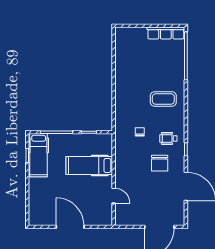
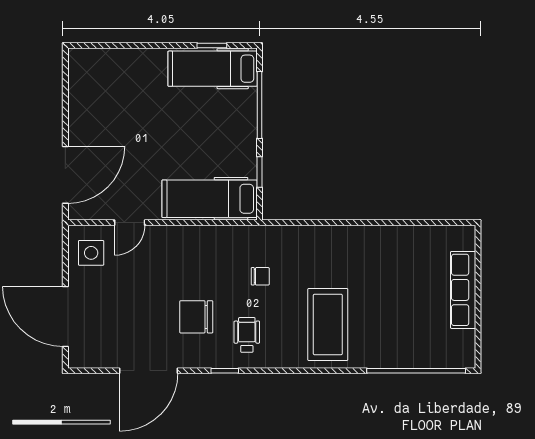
row of seats: (166, 33) -> (463, 290), moved
coffee table: (163, 99) -> (328, 324), width x1.36, depth x1.32
hospital bed: (89, 165) -> (210, 199), moved, turned -90
side table: (128, 214) -> (91, 253), added
door: (70, 227) -> (65, 175), moved

